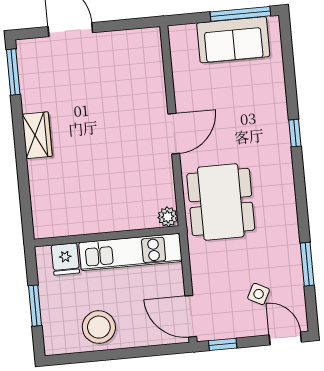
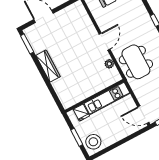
wardrobe: (37, 135) -> (48, 66), width x1.50
plant: (168, 217) -> (109, 64), moved
stool: (99, 327) -> (93, 142), moved

